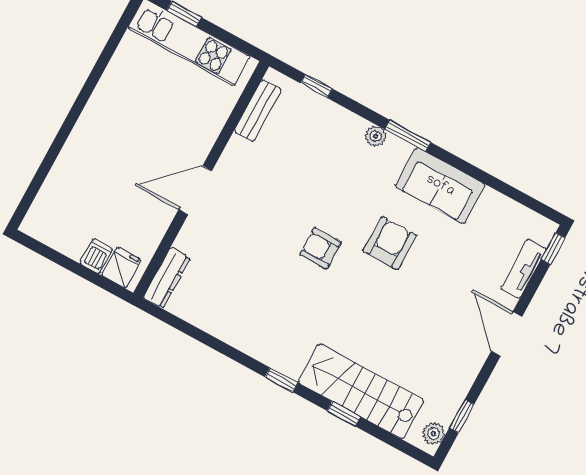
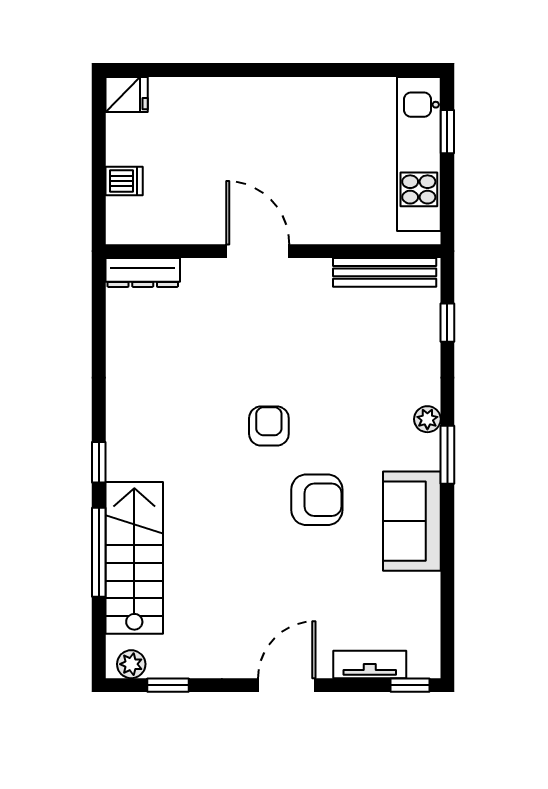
bench: (258, 110) -> (385, 272), width x1.36
fridge: (121, 268) -> (127, 94), moved
window: (344, 414) -> (99, 552), width x2.17

